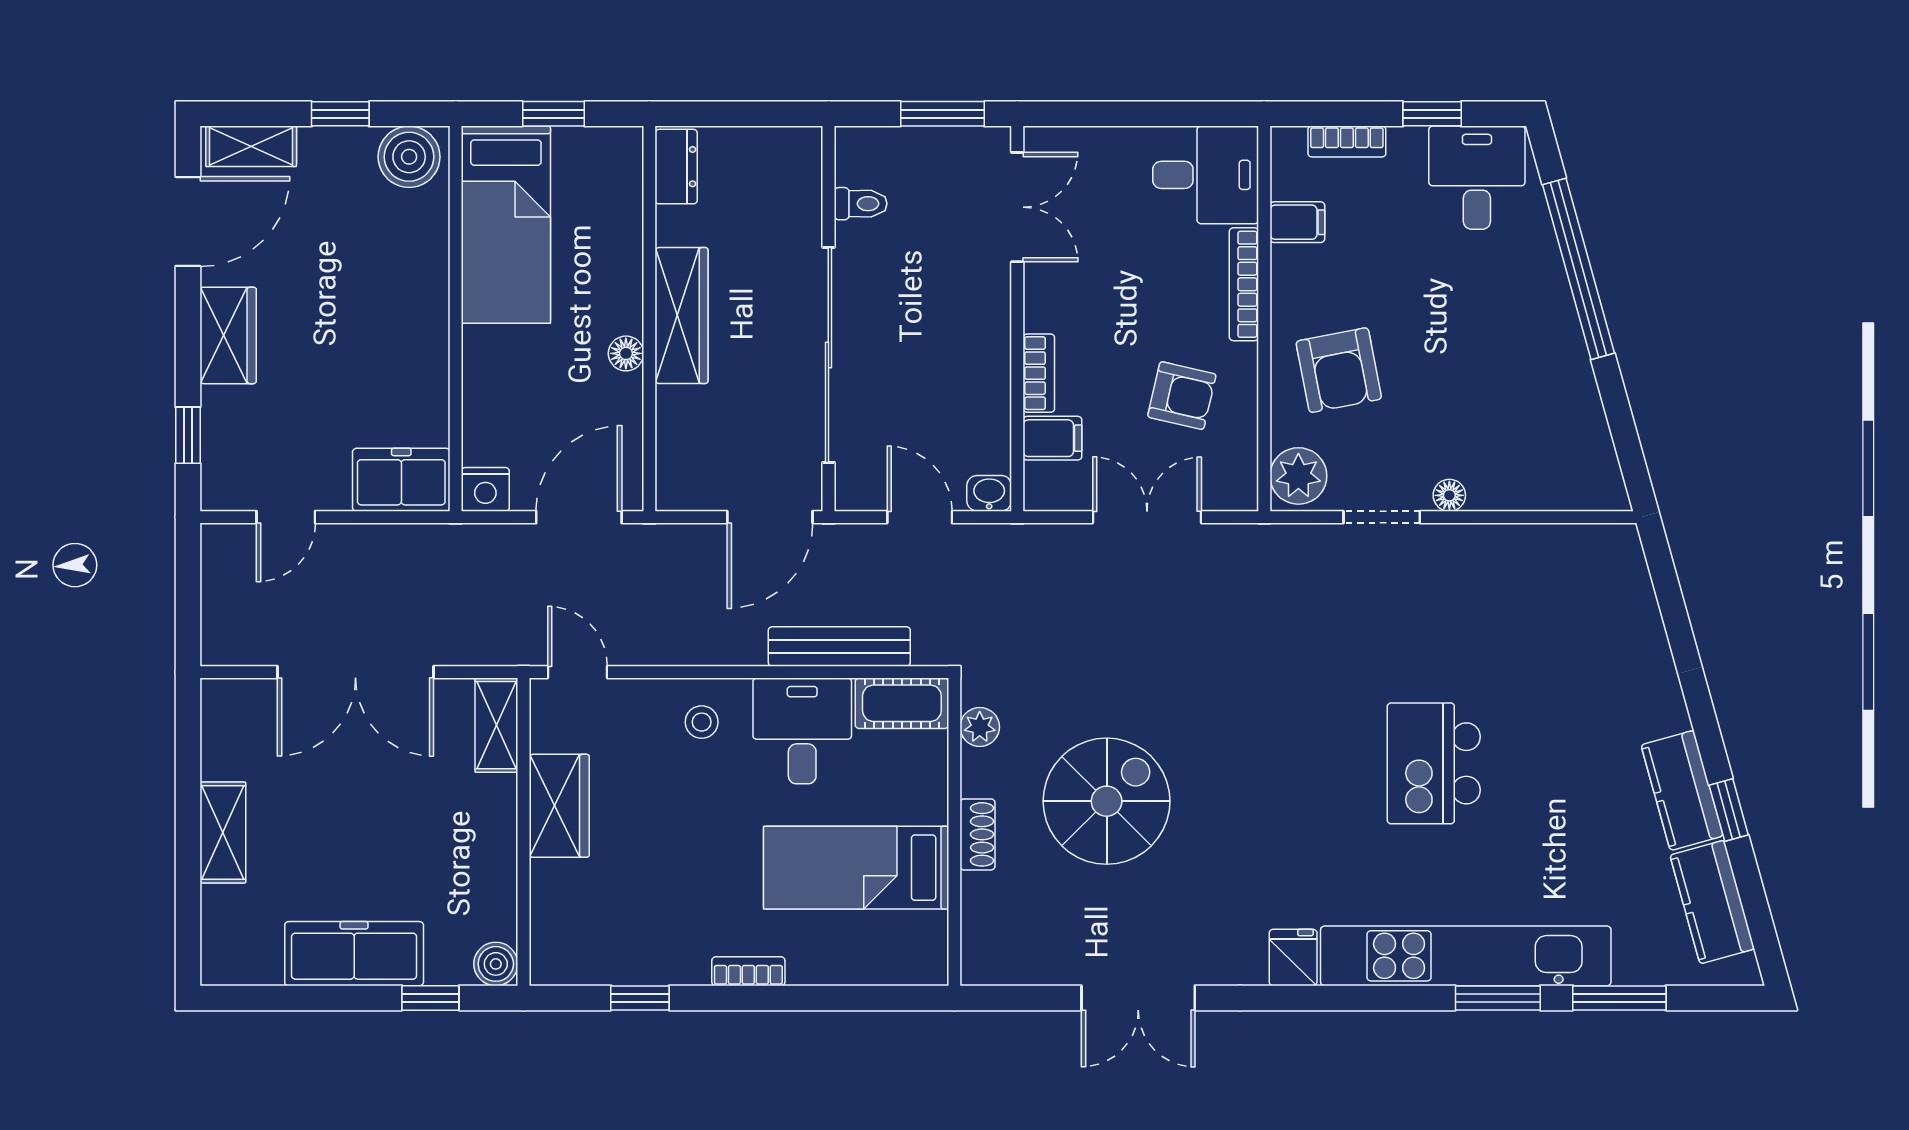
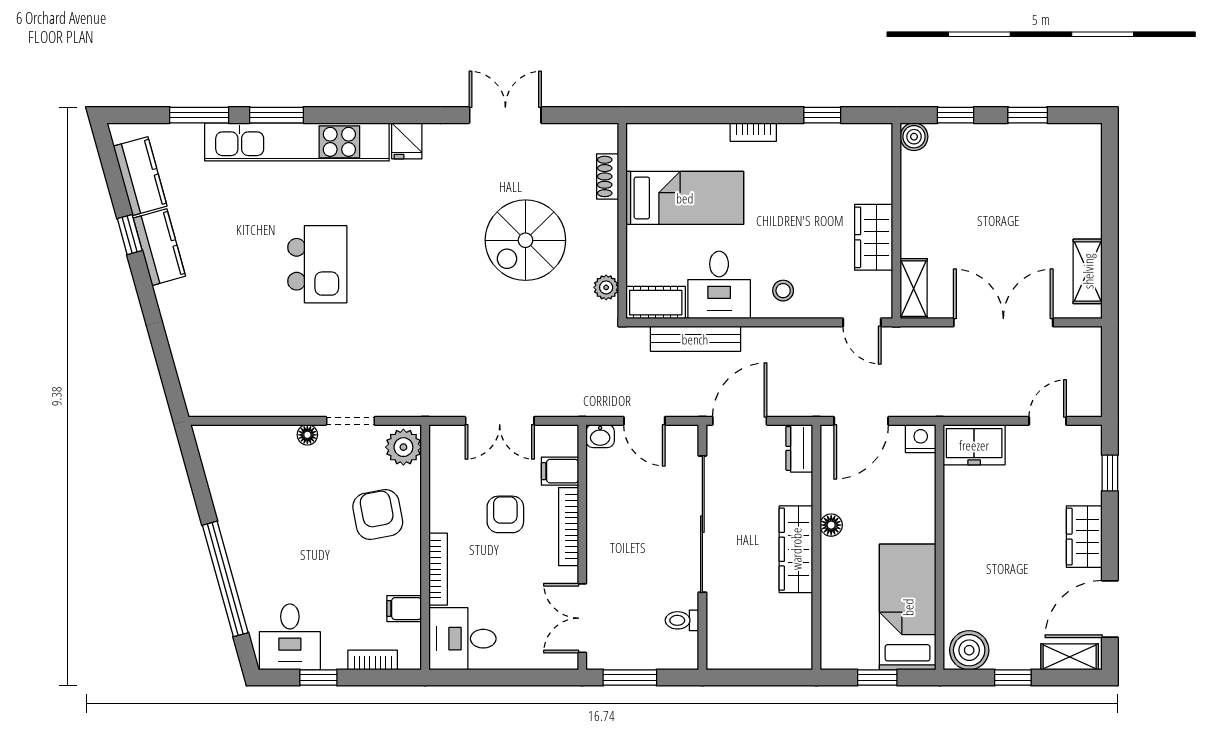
dresser: (676, 167) -> (799, 448), moved
bookcase: (1039, 373) -> (569, 527), width x1.56
armchair: (1182, 396) -> (505, 514), moved, turned 77
shelving: (223, 832) -> (1088, 271), moved
shoe rack: (977, 834) -> (608, 176), moved
freezer: (354, 954) -> (1004, 143), removed
window: (317, 998) -> (1028, 115), added

